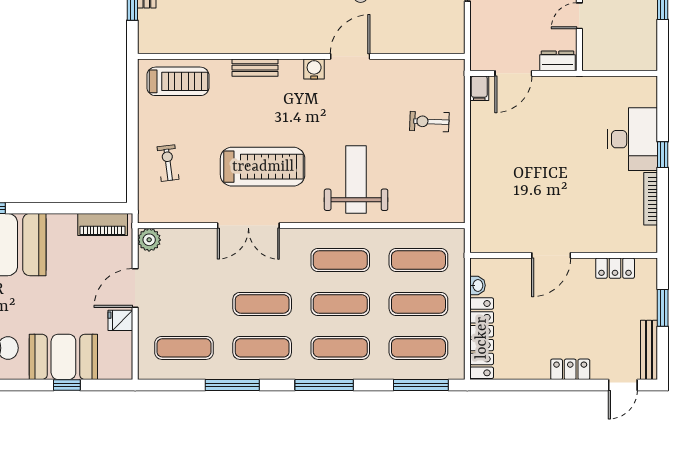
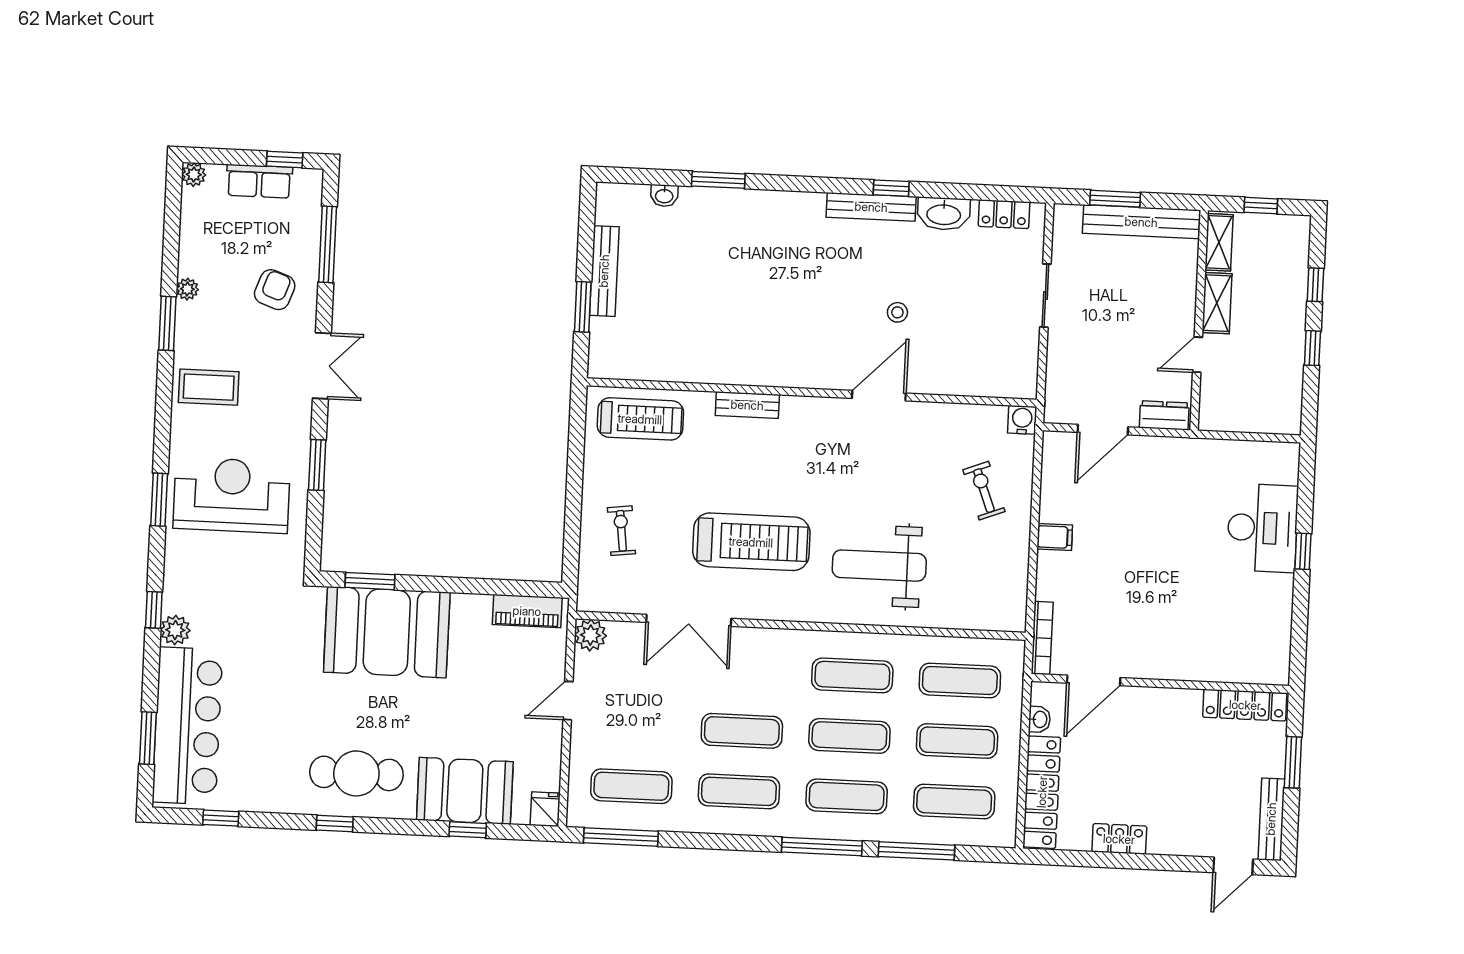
water cooler: (314, 69) -> (1022, 420), moved
filing cabinet: (479, 88) -> (1055, 537), moved, turned -90
exercise bike: (429, 122) -> (984, 491), turned 67
weight bench: (356, 179) -> (879, 566), turned -90
bookcase: (651, 199) -> (1042, 638), moved, turned 180
double door: (248, 226) -> (689, 620), moved
door: (551, 255) -> (1094, 680), moved
locker: (615, 268) -> (1245, 705), width x1.53
door: (135, 288) -> (568, 701), width x0.73
fridge: (120, 320) -> (545, 809), moved, turned 90
locker: (570, 369) -> (1119, 839), moved
window: (232, 385) -> (621, 837), moved
window: (421, 385) -> (917, 851), moved

